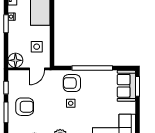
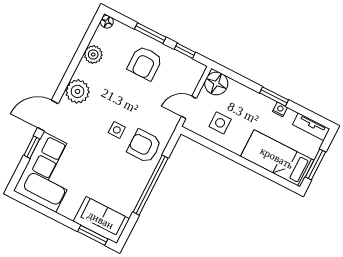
door: (37, 69) -> (189, 107), hinge flipped
armchair: (72, 83) -> (144, 146), turned -90

